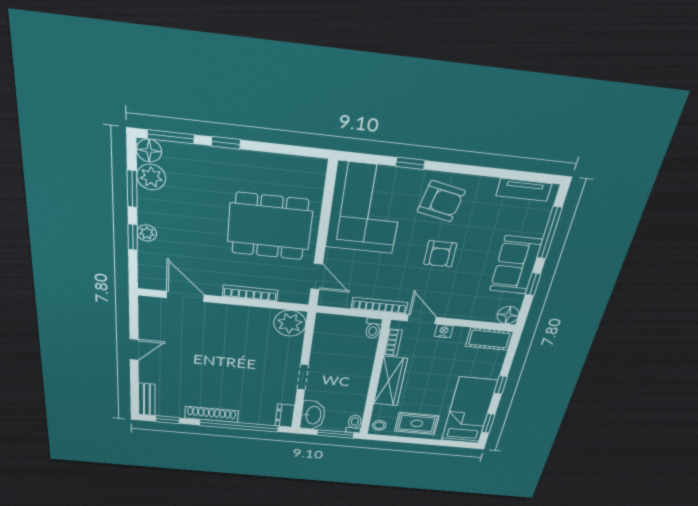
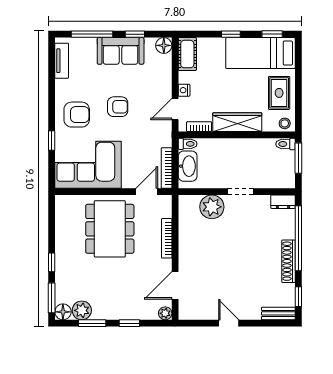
armchair: (441, 201) -> (77, 115), turned 78
plant: (147, 233) -> (165, 313), moved
bookcase: (379, 306) -> (167, 168), moved
plant: (290, 323) -> (212, 207), moved
washbasin: (313, 415) -> (188, 166), moved, turned 90

